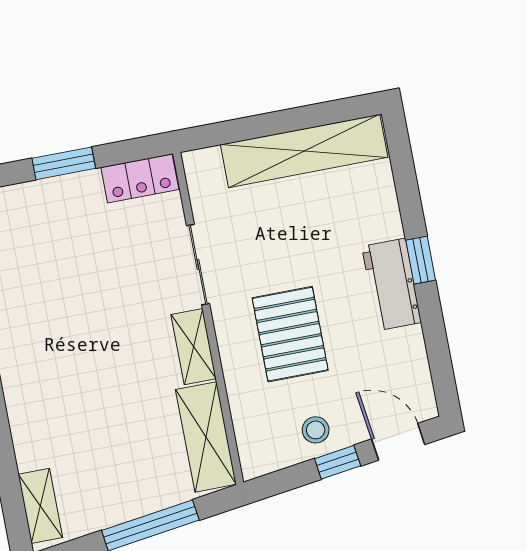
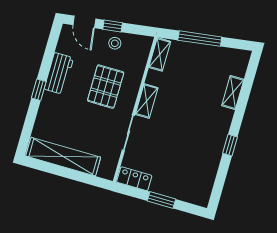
workbench: (392, 284) -> (59, 73), moved
shelving: (206, 437) -> (160, 54), width x0.67, depth x0.75
shelving: (40, 506) -> (233, 92), moved

